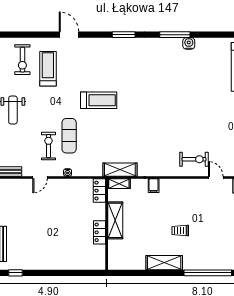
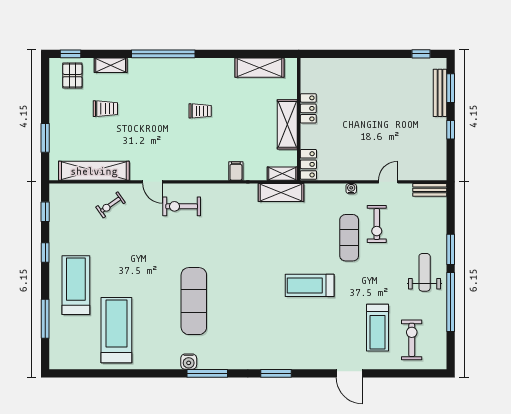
exercise mat: (185, 89) -> (194, 301), added
shelving: (164, 263) -> (260, 68), moved

